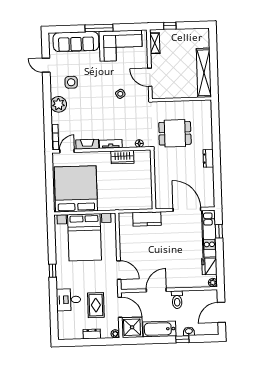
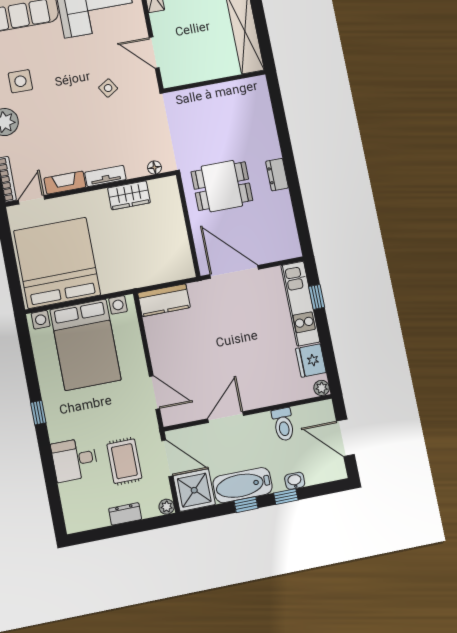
dining table: (175, 133) -> (222, 186), moved
door: (187, 209) -> (234, 272), moved
kitchen counter: (147, 219) -> (164, 300), moved
toilet: (177, 300) -> (283, 424), moved
door: (221, 312) -> (345, 438), hinge flipped
window: (160, 340) -> (246, 505), added

